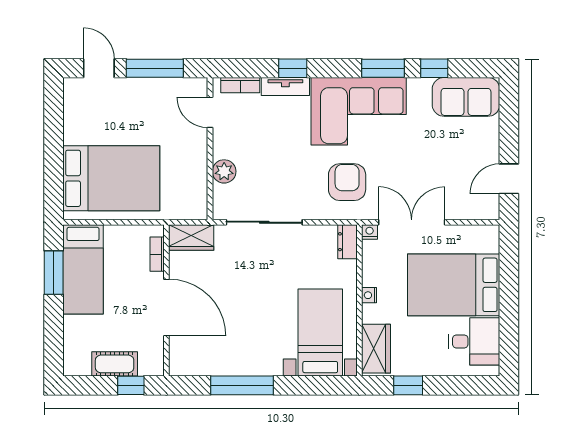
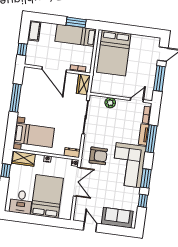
window: (293, 68) -> (151, 139), width x2.17
sofa: (466, 97) -> (117, 218), moved, turned 90
door: (166, 307) -> (54, 69), hinge flipped
cot: (115, 364) -> (34, 31), moved

